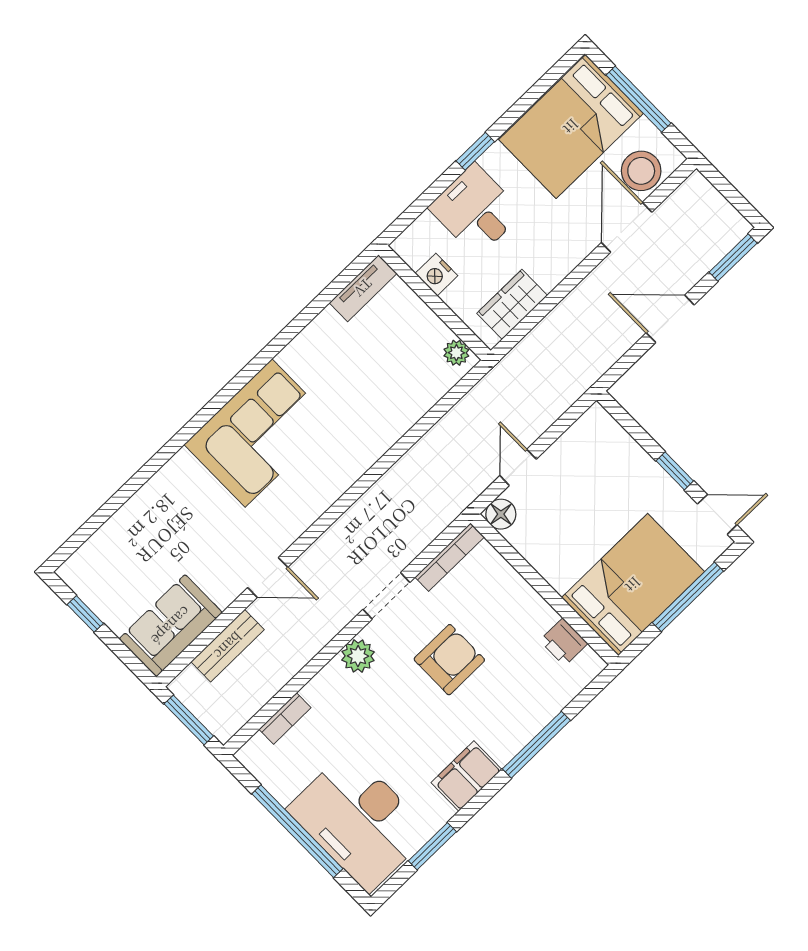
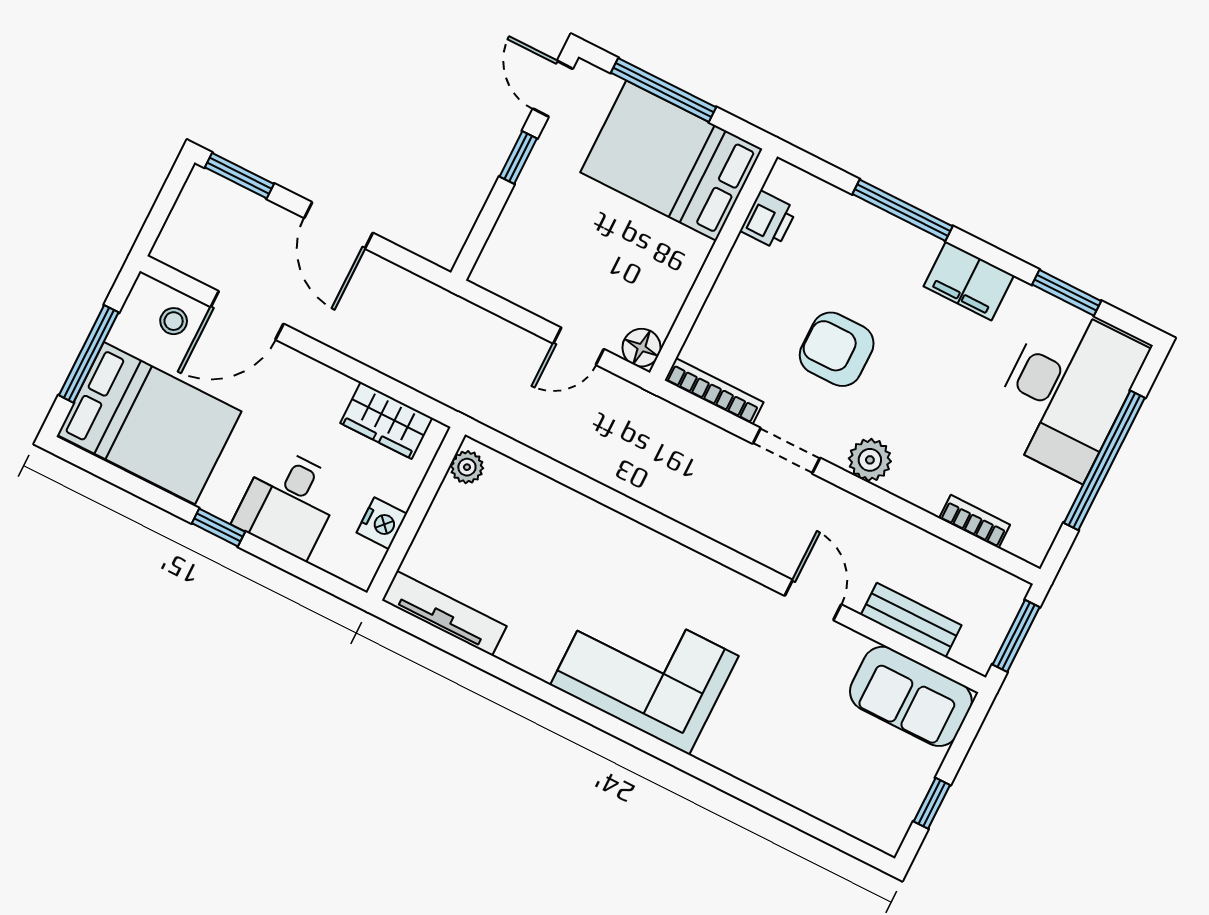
stool: (641, 171) -> (174, 321), width x0.53, depth x0.53
tv unit: (363, 288) -> (444, 613), width x1.41

